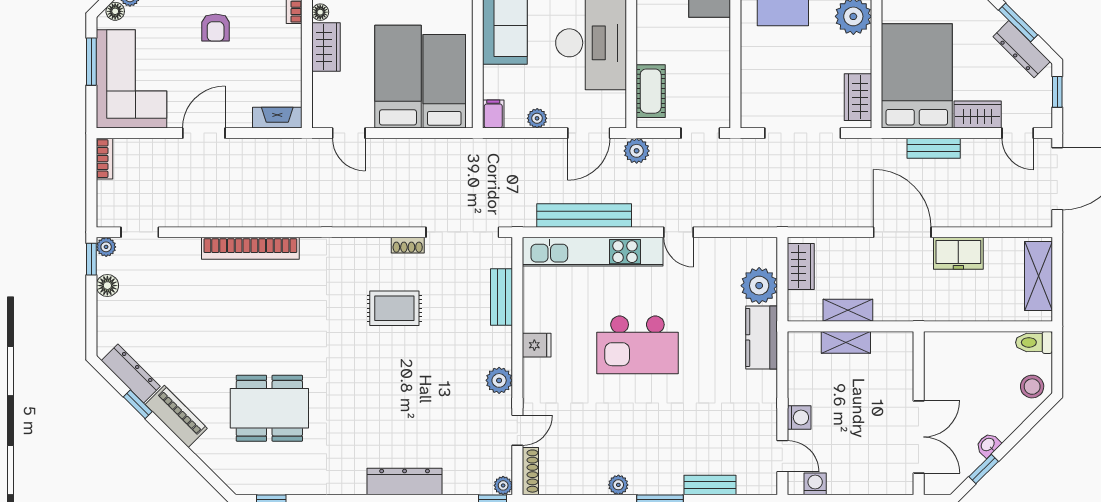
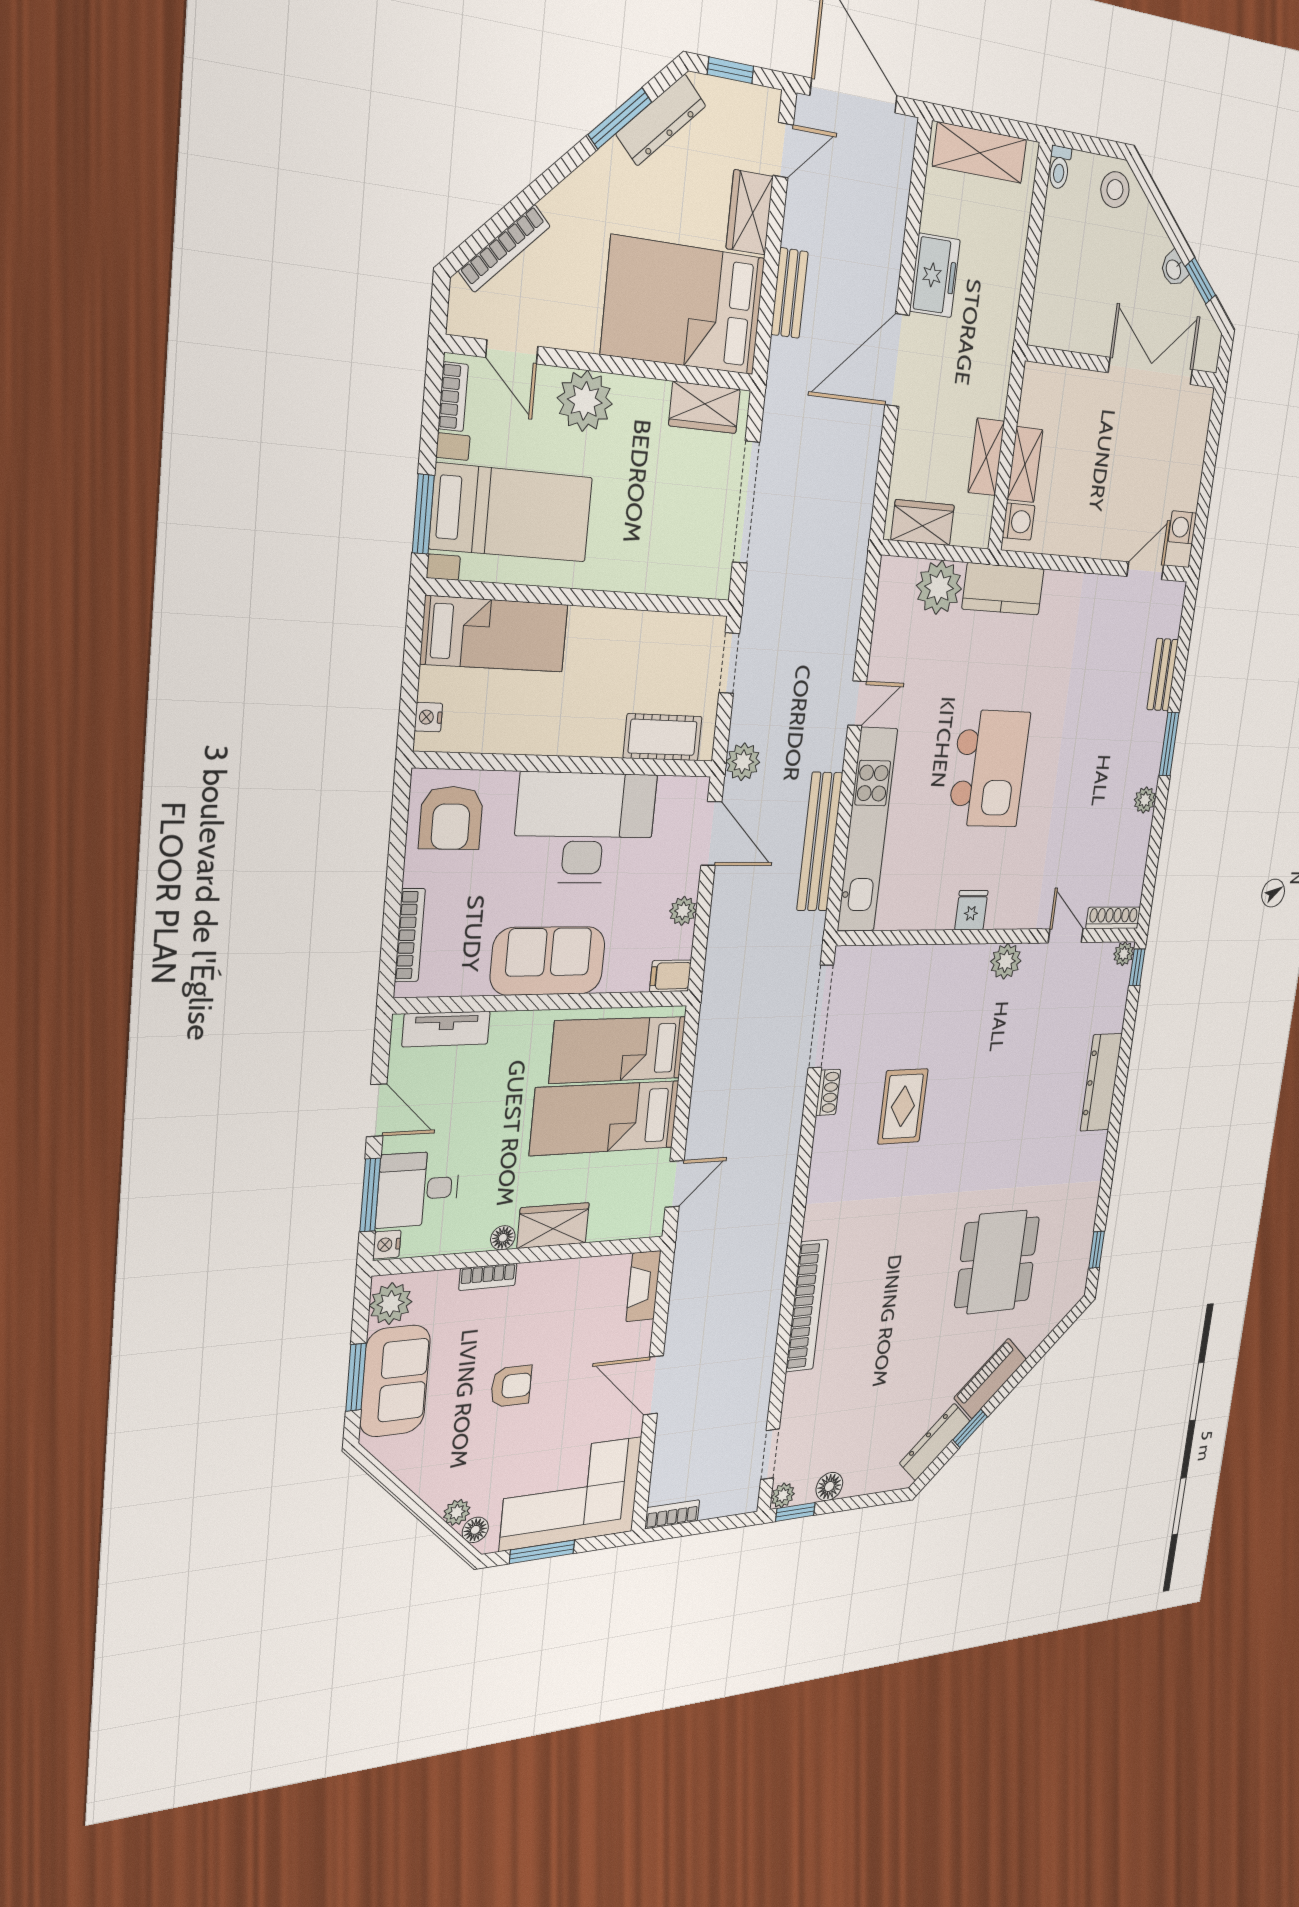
bench: (502, 297) -> (908, 960), removed
toilet: (1034, 342) -> (1059, 168), width x0.73, depth x0.72
washing machine: (799, 417) -> (1019, 522), moved, turned 90

